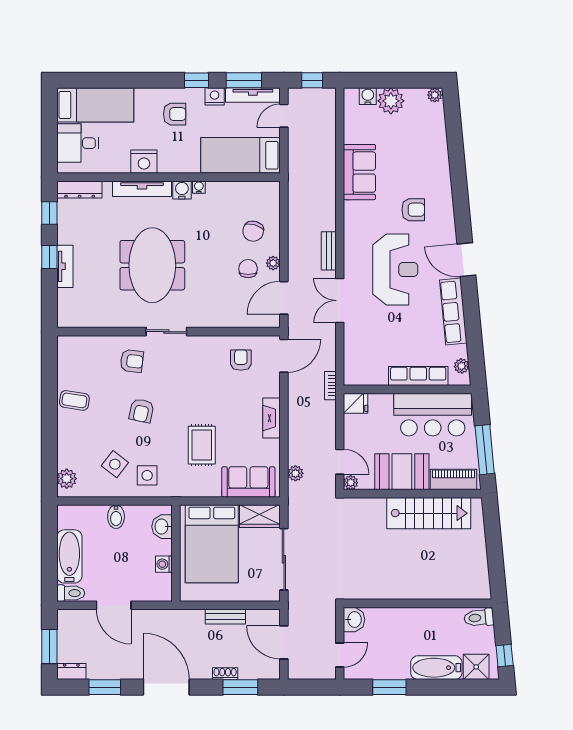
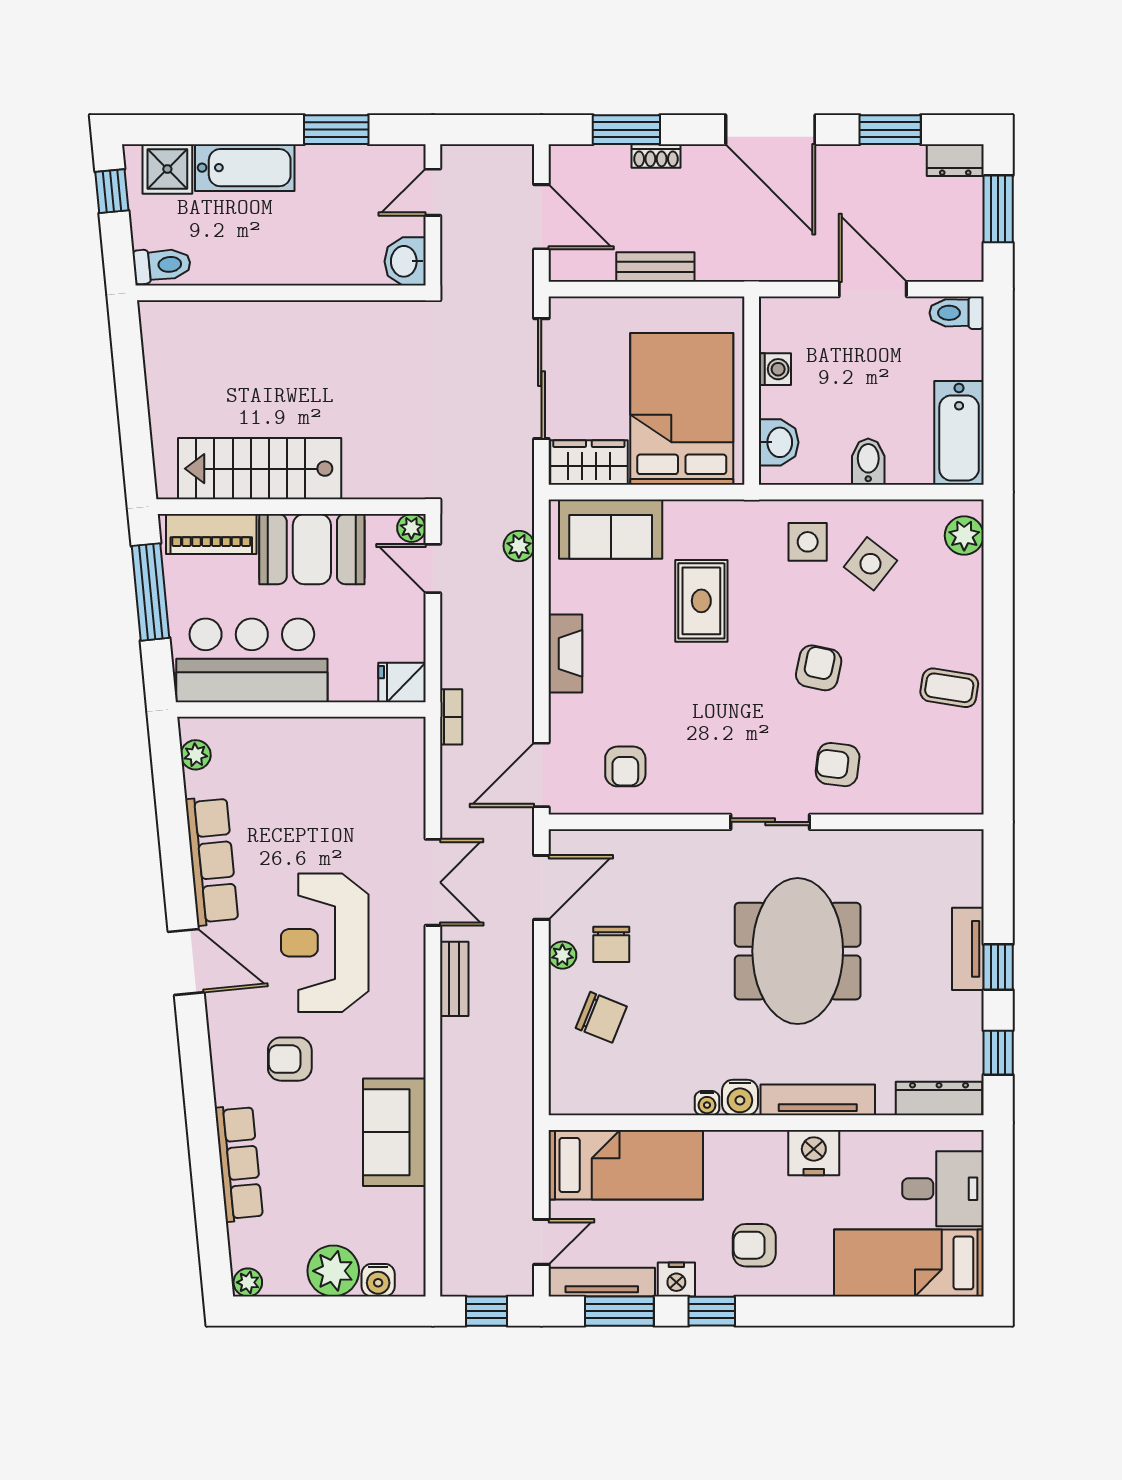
chair: (253, 231) -> (601, 1017), turned 96
row of seats: (418, 376) -> (239, 1163), moved, turned -96
bathtub: (69, 556) -> (959, 433), moved

